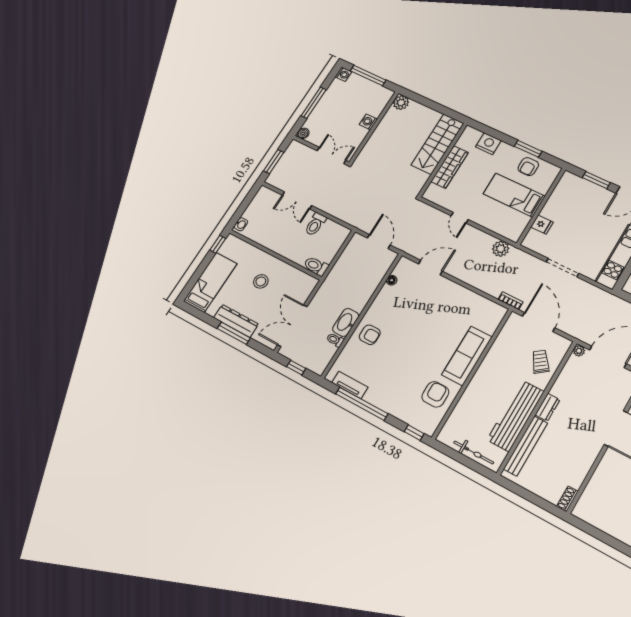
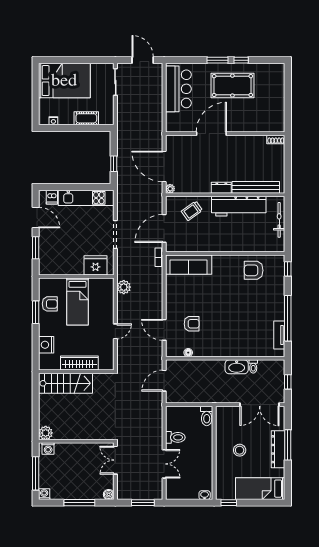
washing machine: (368, 122) -> (48, 449), moved
fridge: (542, 225) -> (95, 265), width x1.88, depth x1.34
armchair: (370, 335) -> (192, 324), moved, turned 90
sofa: (467, 356) -> (189, 265), moved

